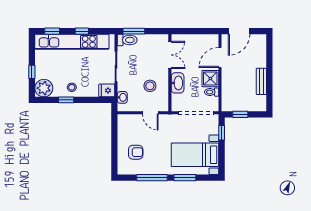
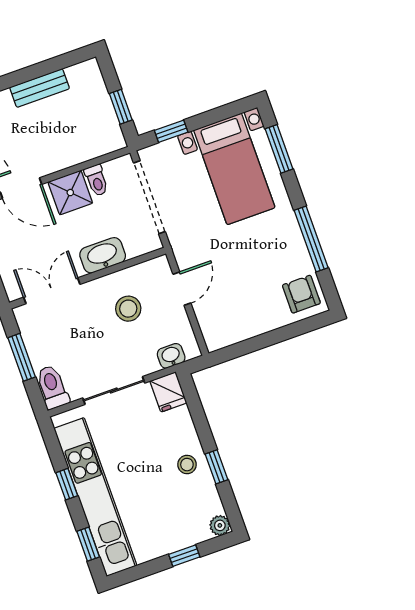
window: (134, 31) -> (22, 357), moved
plant: (44, 88) -> (220, 525), width x0.53, depth x0.53
armchair: (136, 152) -> (301, 294), moved
window: (185, 178) -> (279, 149), moved

